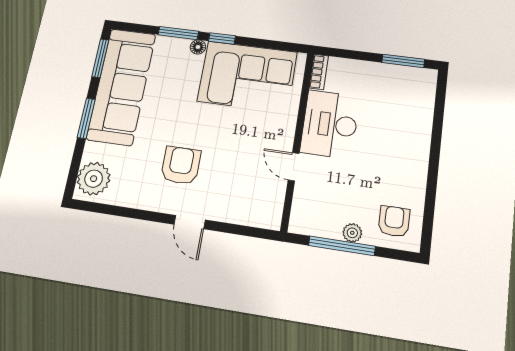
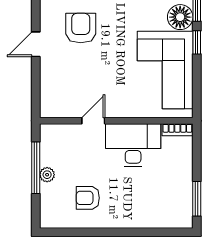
floor lamp: (198, 47) -> (180, 17), width x1.89, depth x1.89
armchair: (181, 165) -> (81, 28), turned -90
armchair: (394, 221) -> (88, 198), moved, turned 180

